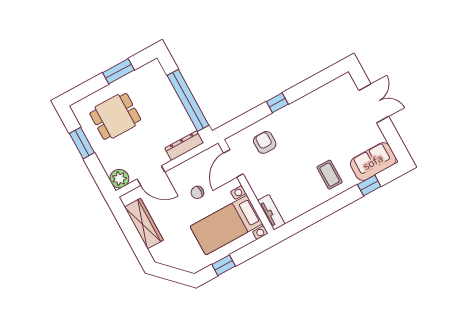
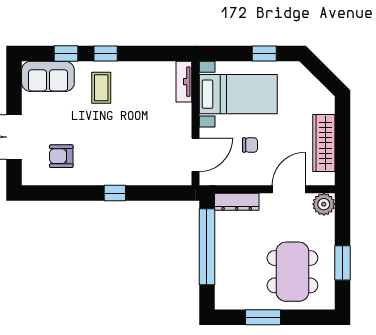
dining table: (115, 116) -> (292, 272), width x1.38
armchair: (265, 142) -> (61, 156), moved, turned 90
door: (151, 176) -> (289, 189), hinge flipped
window: (340, 202) -> (106, 54), added

